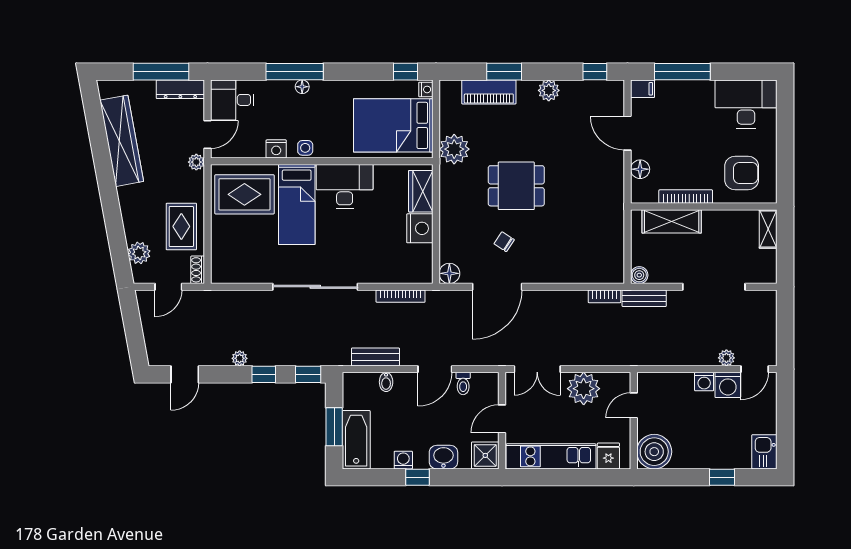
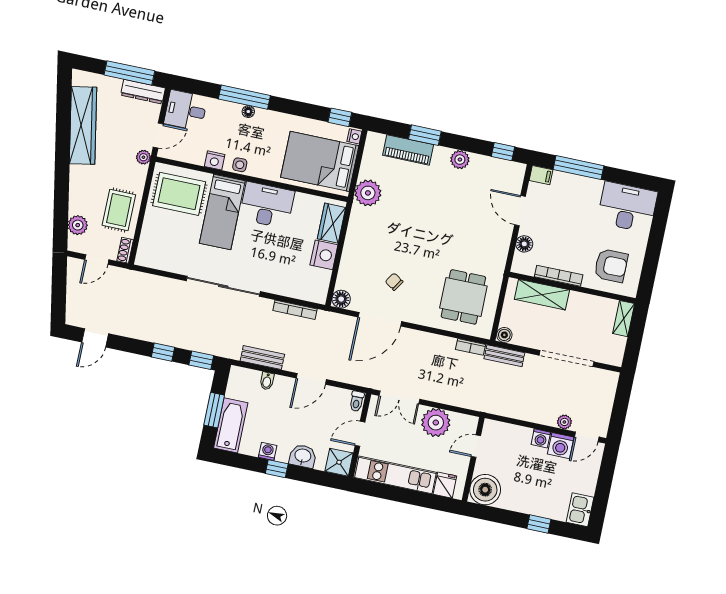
dining table: (516, 186) -> (463, 297), moved, turned 90
plant: (240, 358) -> (145, 334), removed
toilet: (463, 384) -> (357, 401), moved

